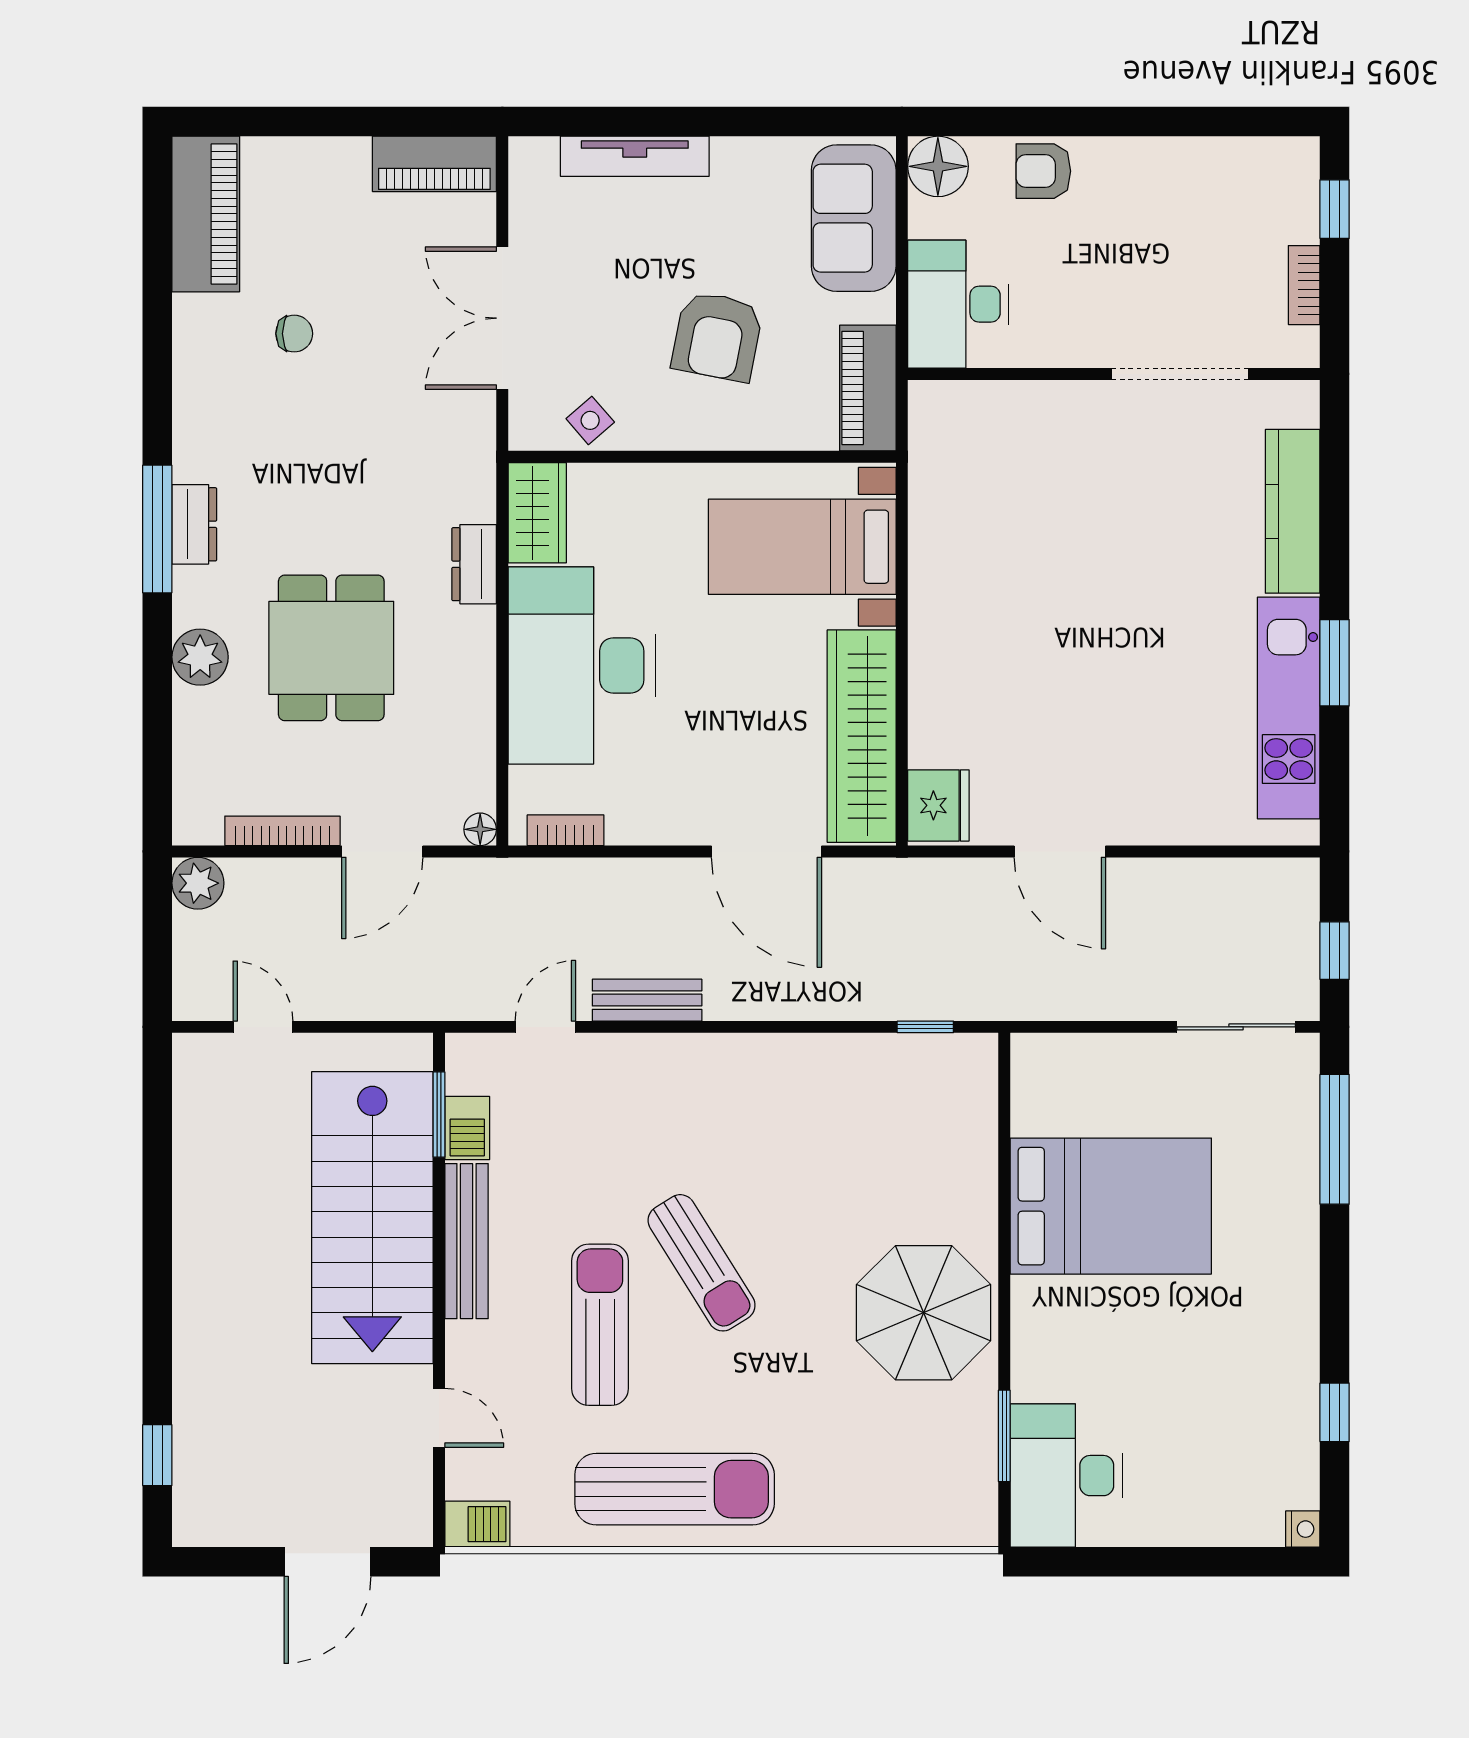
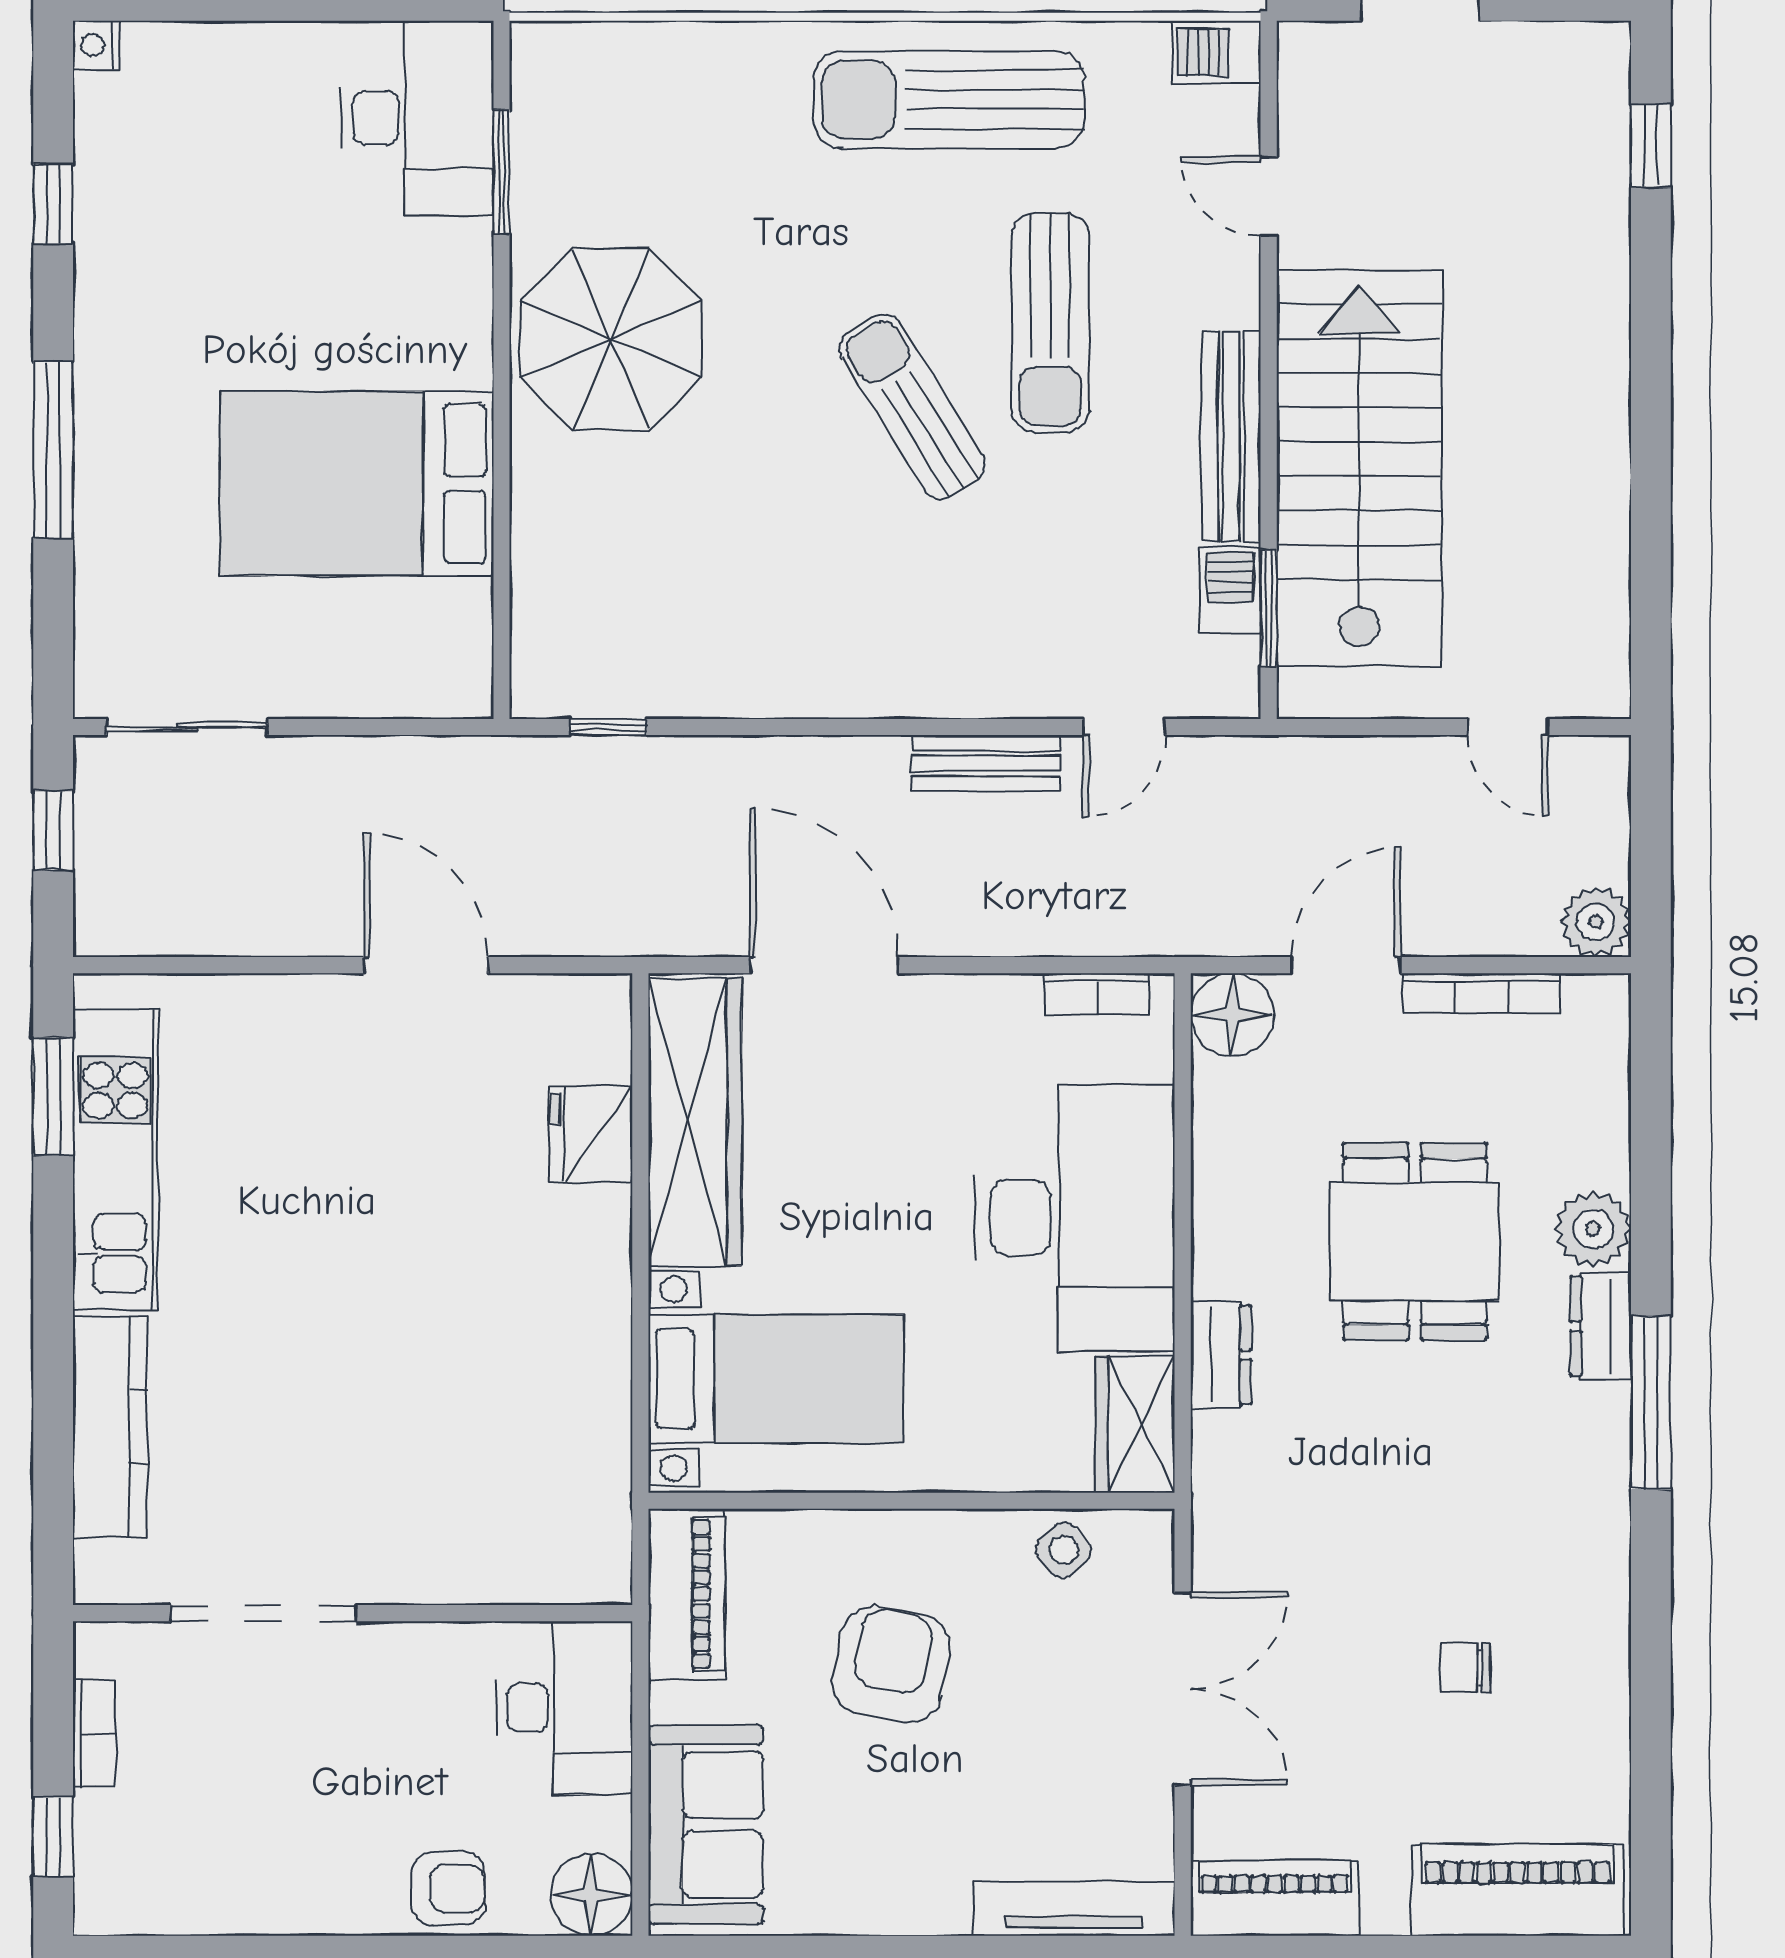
tv unit: (635, 156) -> (1074, 1909), moved
piano: (206, 214) -> (1518, 1890), moved, turned 90
dresser: (194, 524) -> (1601, 1326), moved
window: (1335, 663) -> (53, 1096), moved
fridge: (938, 805) -> (591, 1134), moved
floor lamp: (480, 829) -> (1232, 1015), width x1.89, depth x1.89
window: (1335, 1139) -> (53, 450), moved

